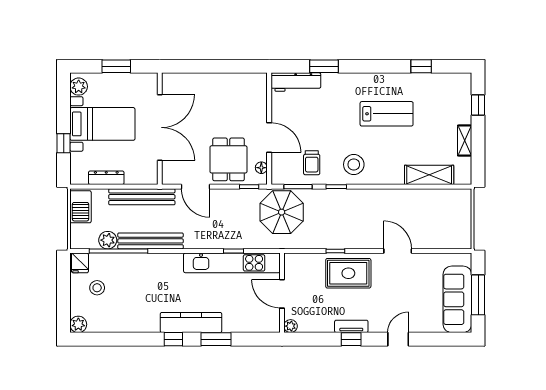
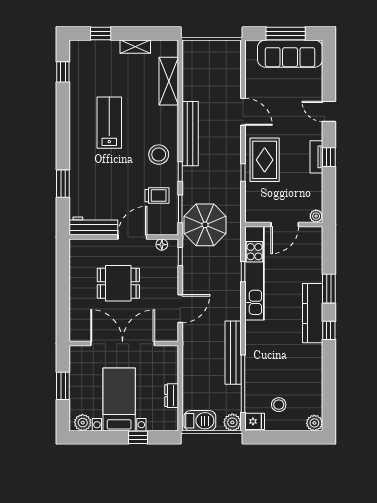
window: (421, 66) -> (63, 72), moved
workbench: (296, 82) -> (93, 226), moved, turned -90
dining table: (228, 159) -> (118, 283), moved
dresser: (106, 178) -> (172, 396), width x0.70
bench: (142, 197) -> (190, 134), moved
plant: (108, 240) -> (232, 422), moved
door: (398, 251) -> (243, 112), swing flipped

